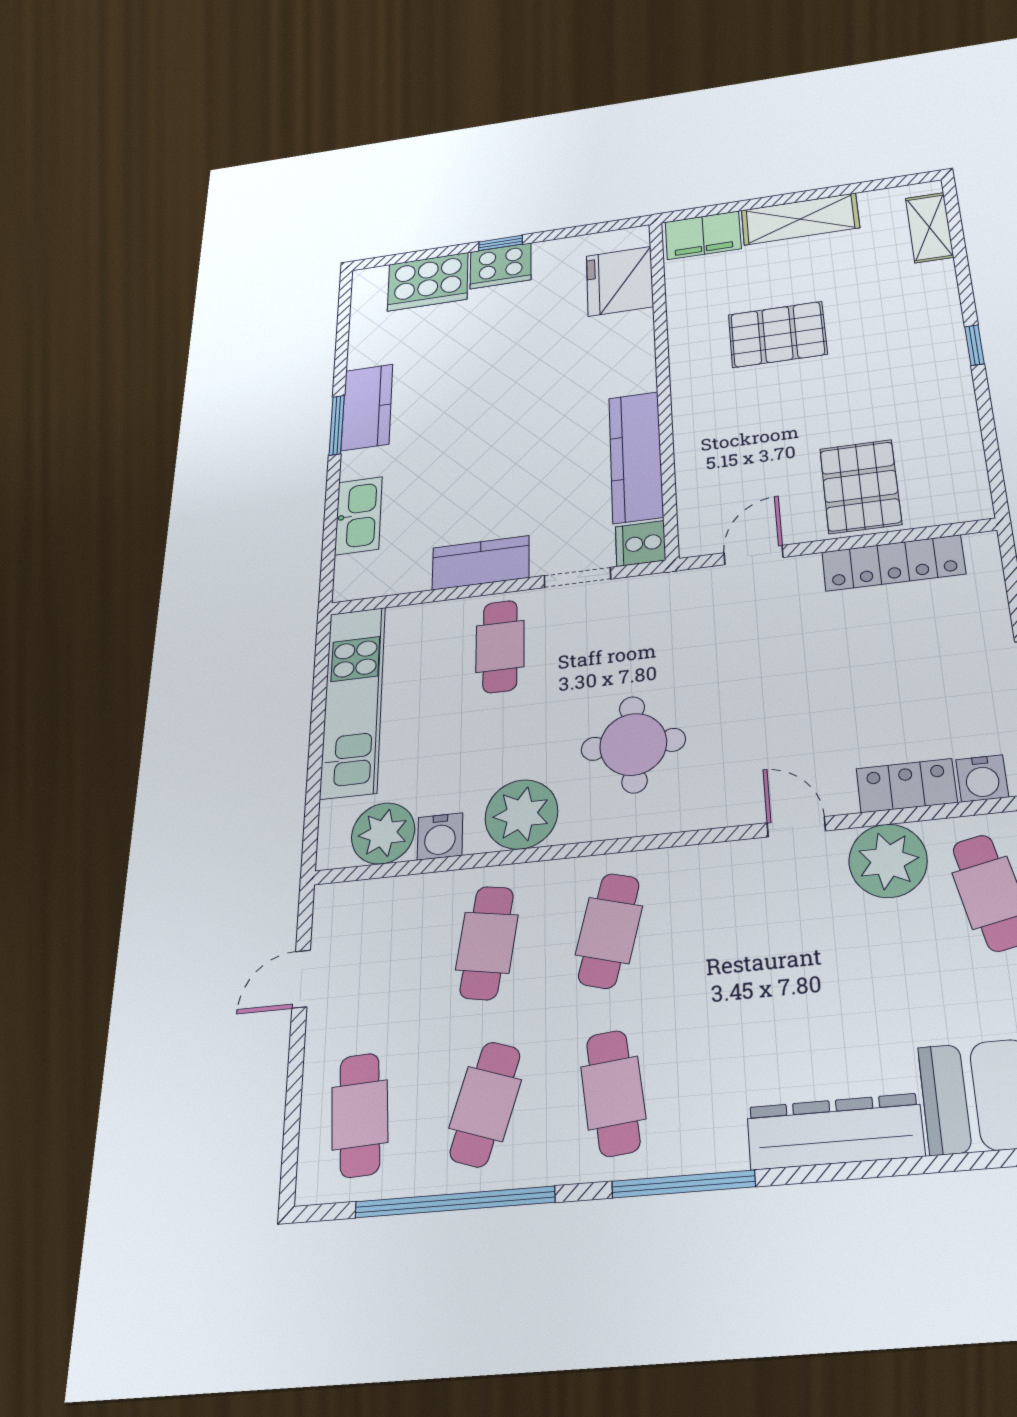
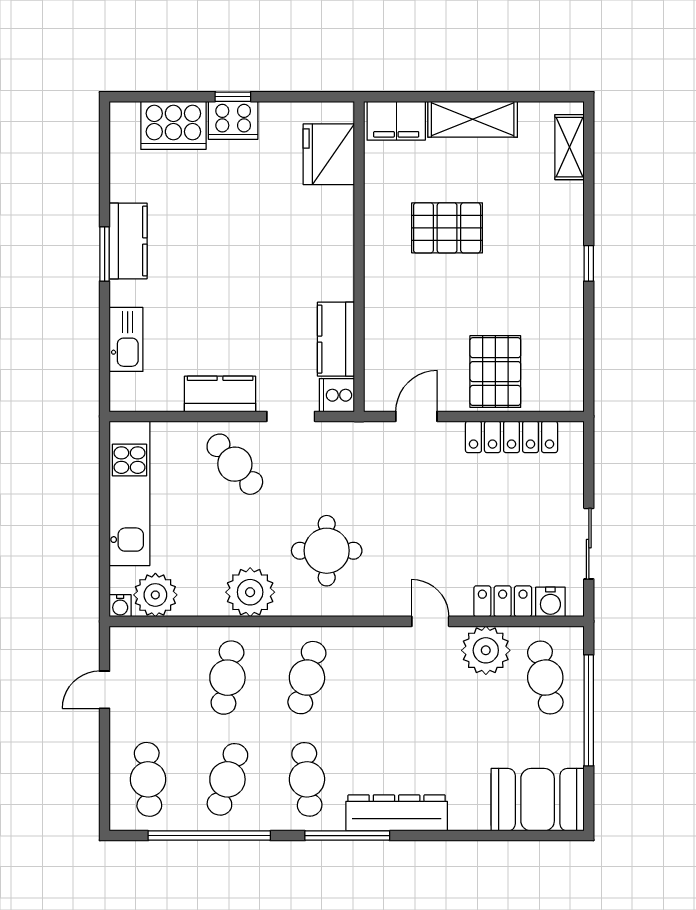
kitchen counter: (636, 457) -> (336, 339), width x0.67
cafe table: (500, 646) -> (235, 464), turned -41
water cooler: (440, 836) -> (120, 606), moved, width x0.72, depth x0.72
dresser: (835, 1132) -> (397, 813), moved

